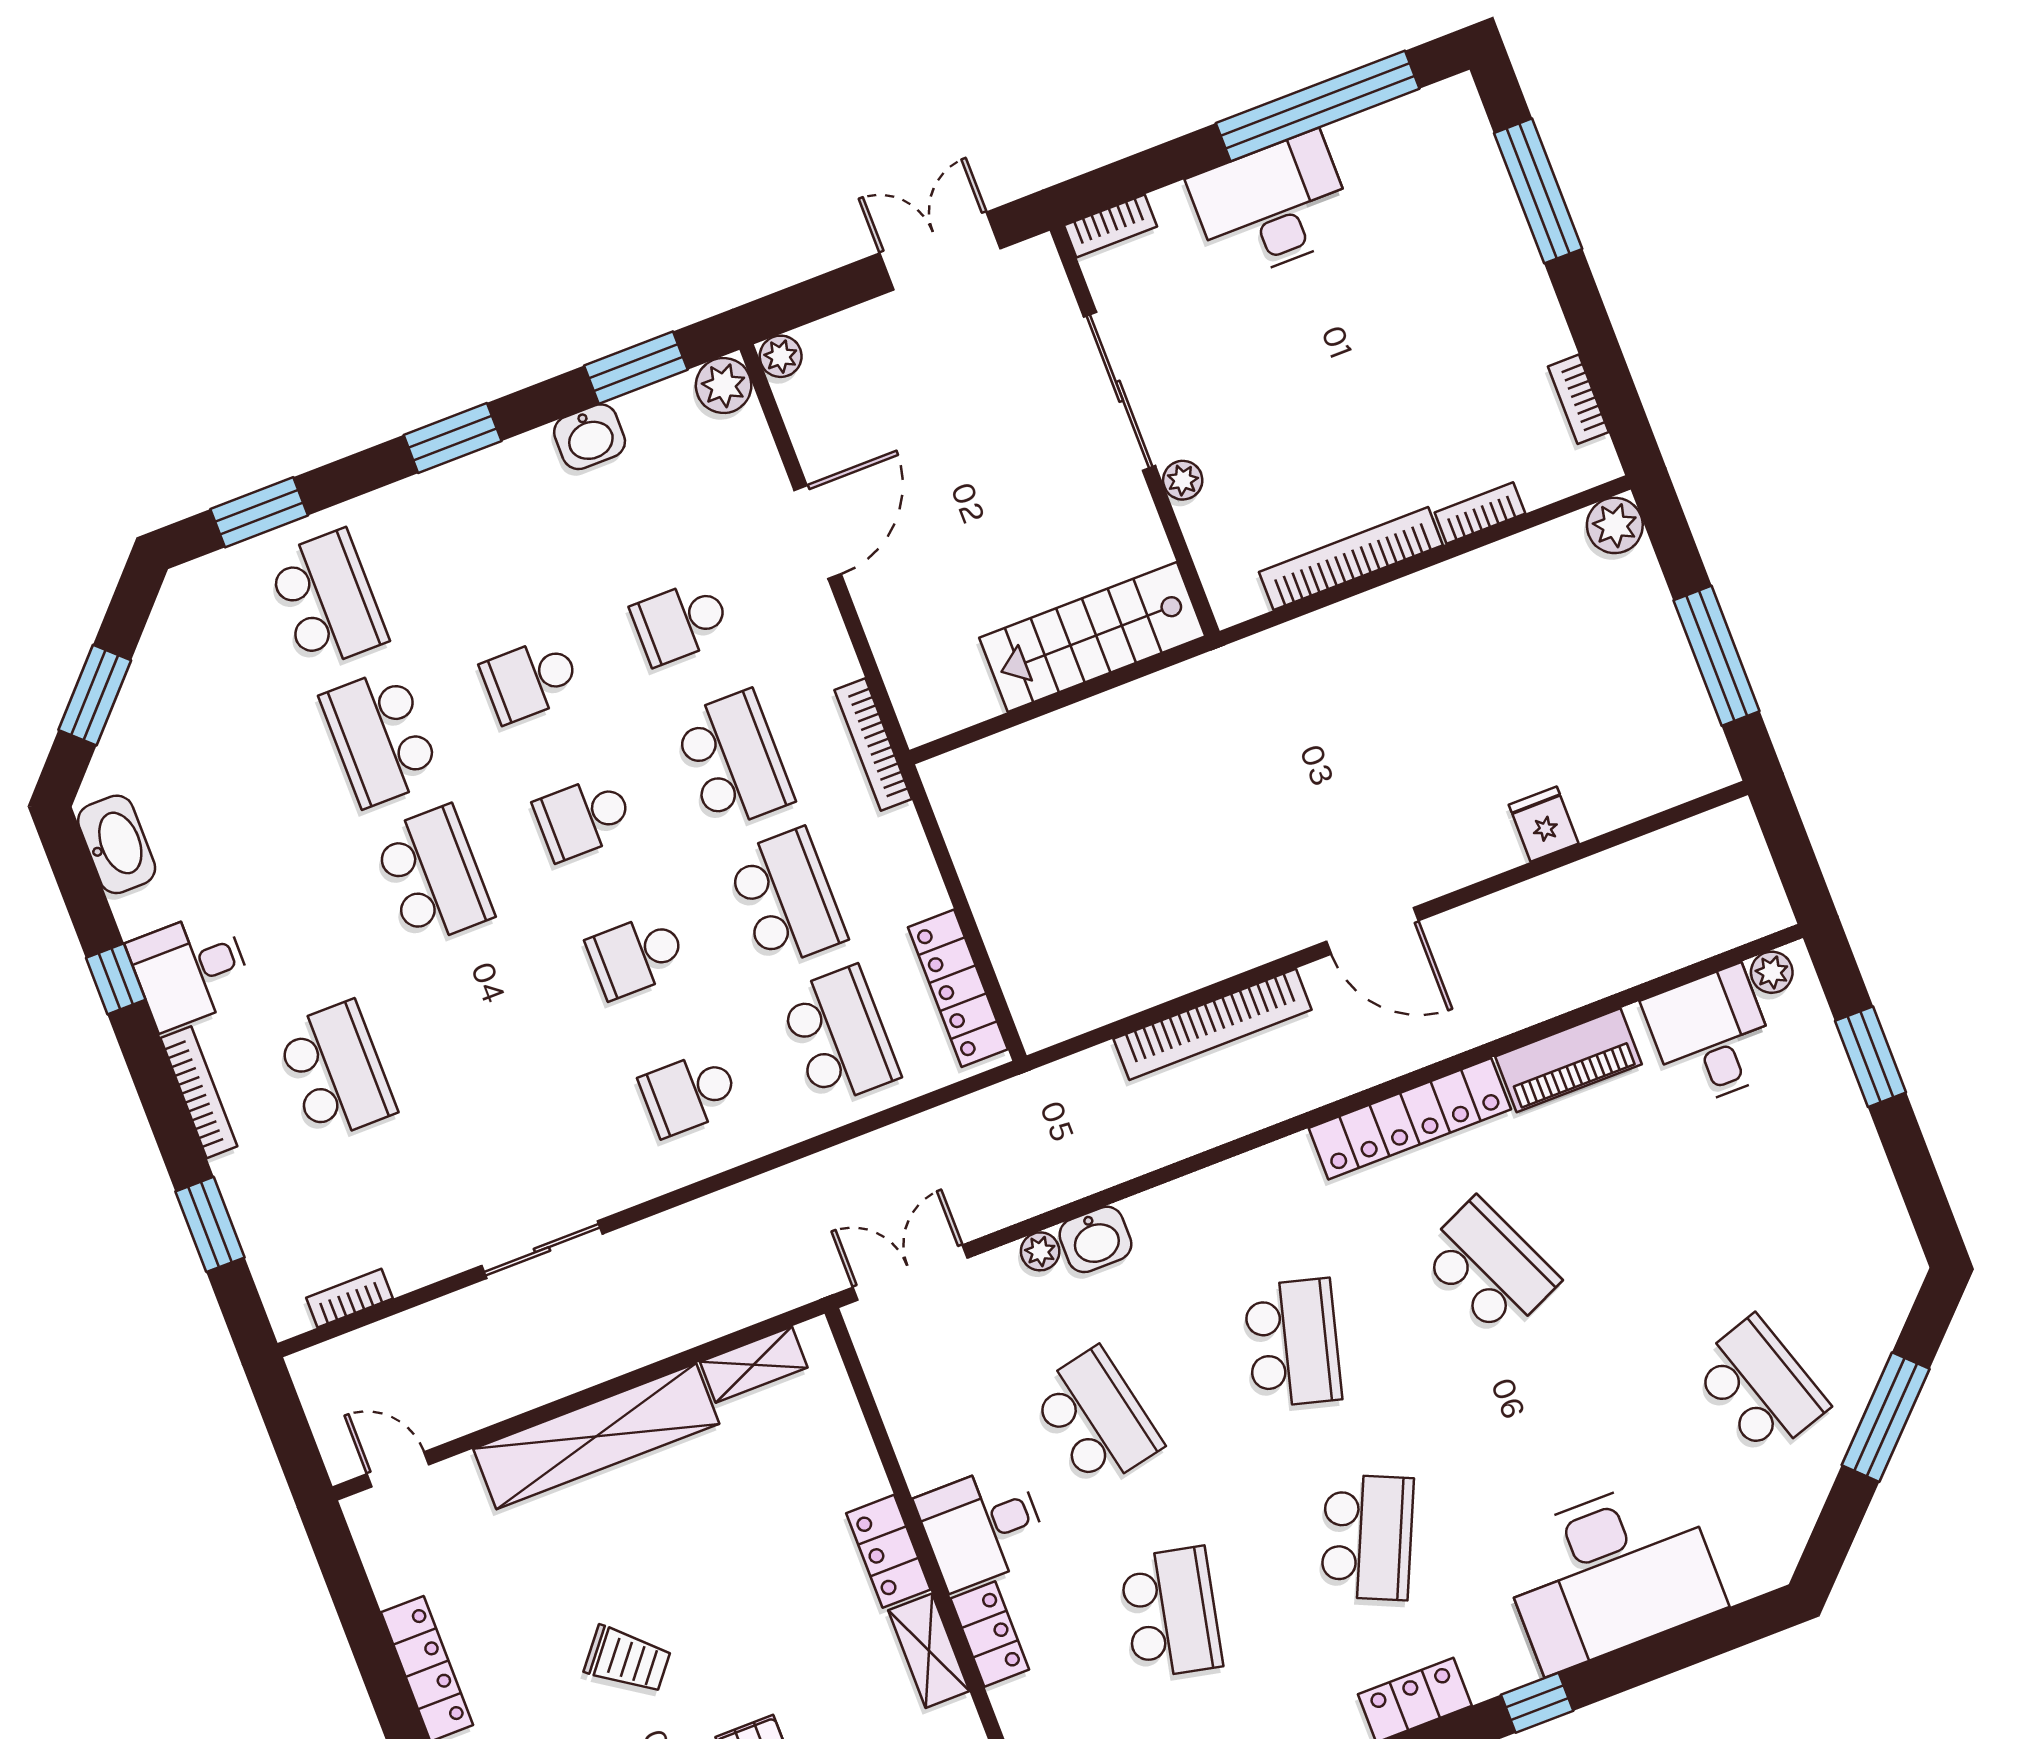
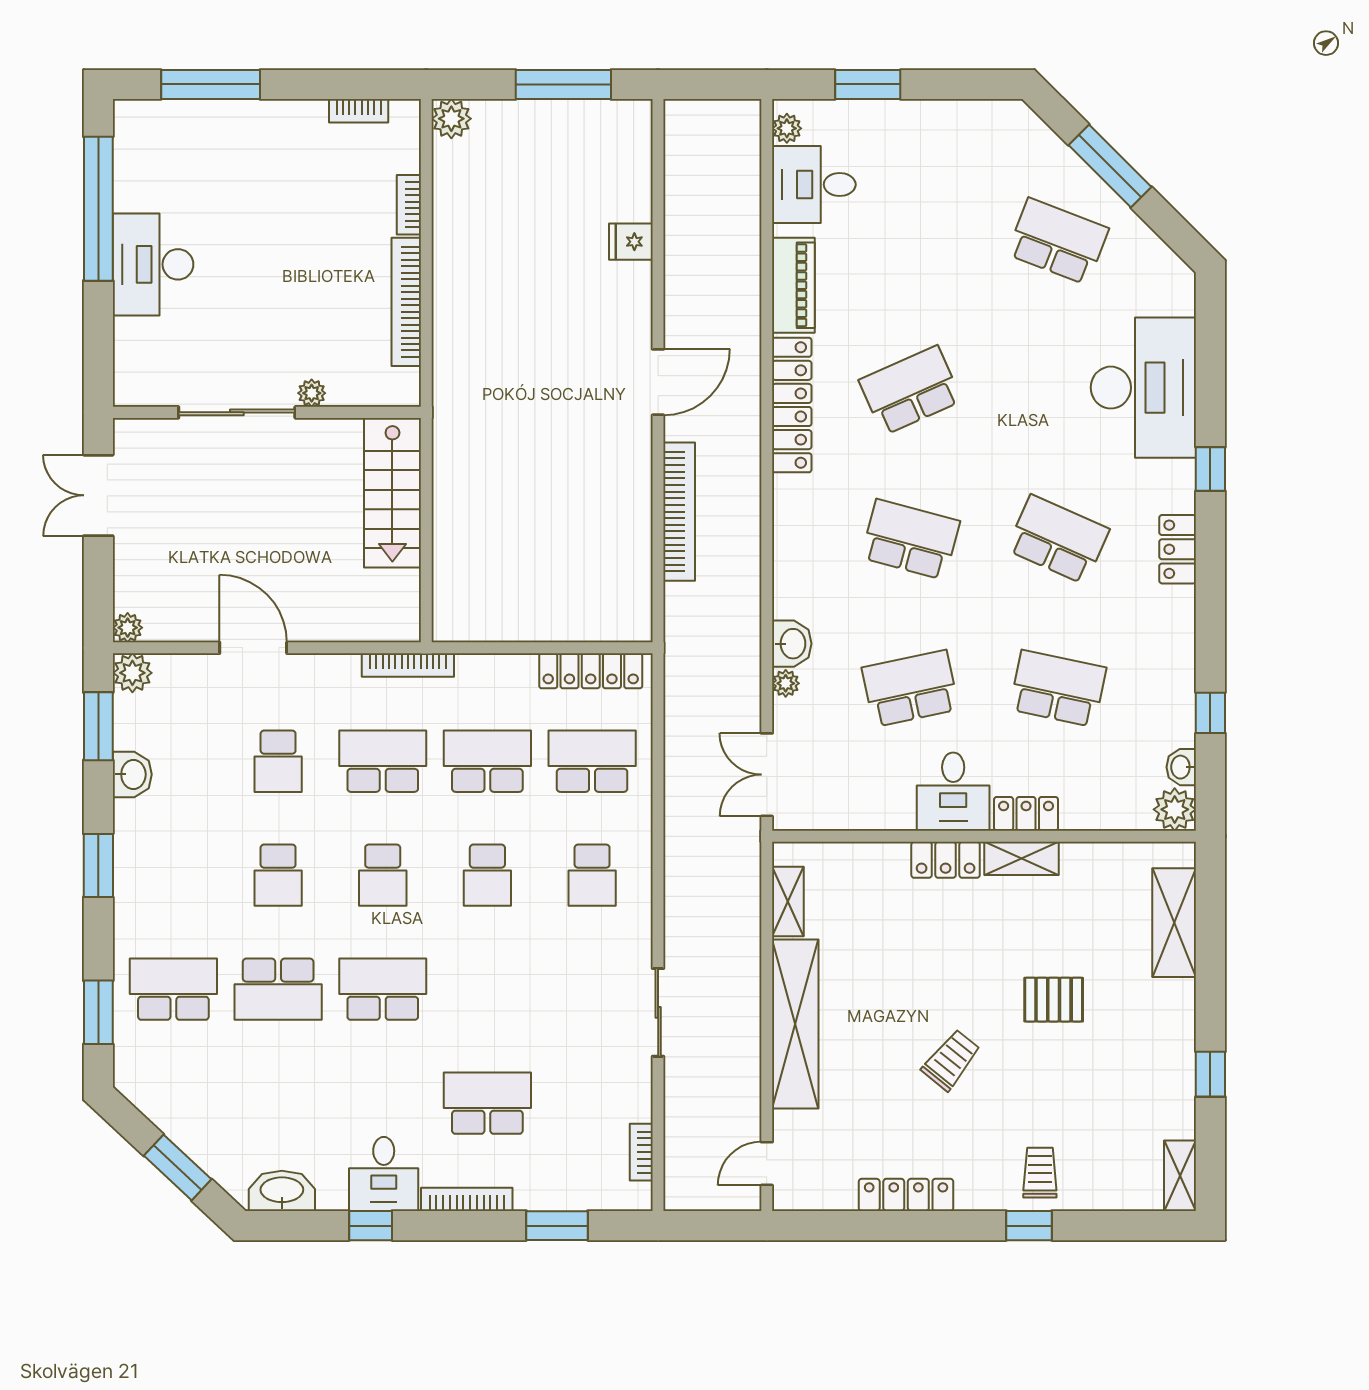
bookcase: (1110, 226) -> (125, 376), removed
school desk: (1760, 1386) -> (1058, 241), turned 39

